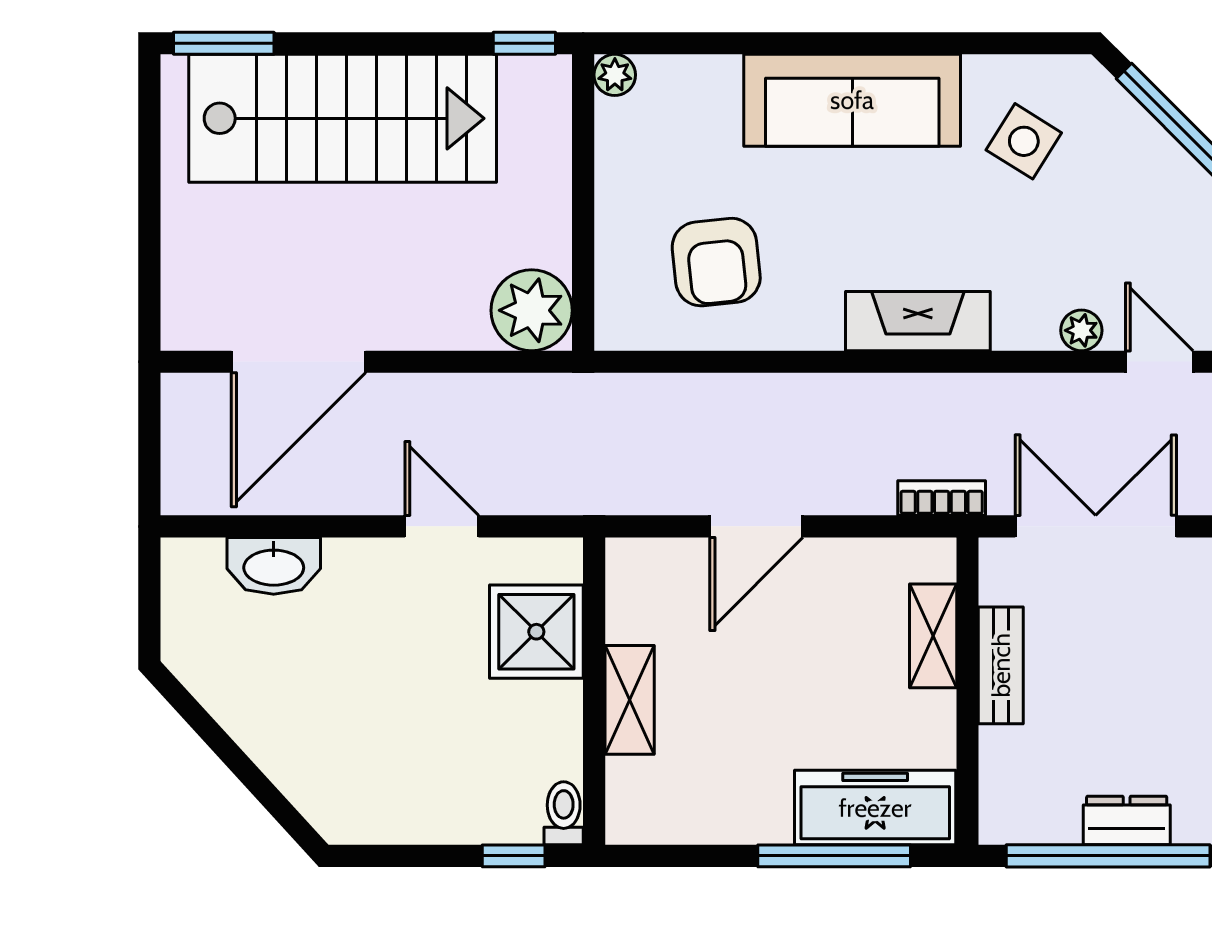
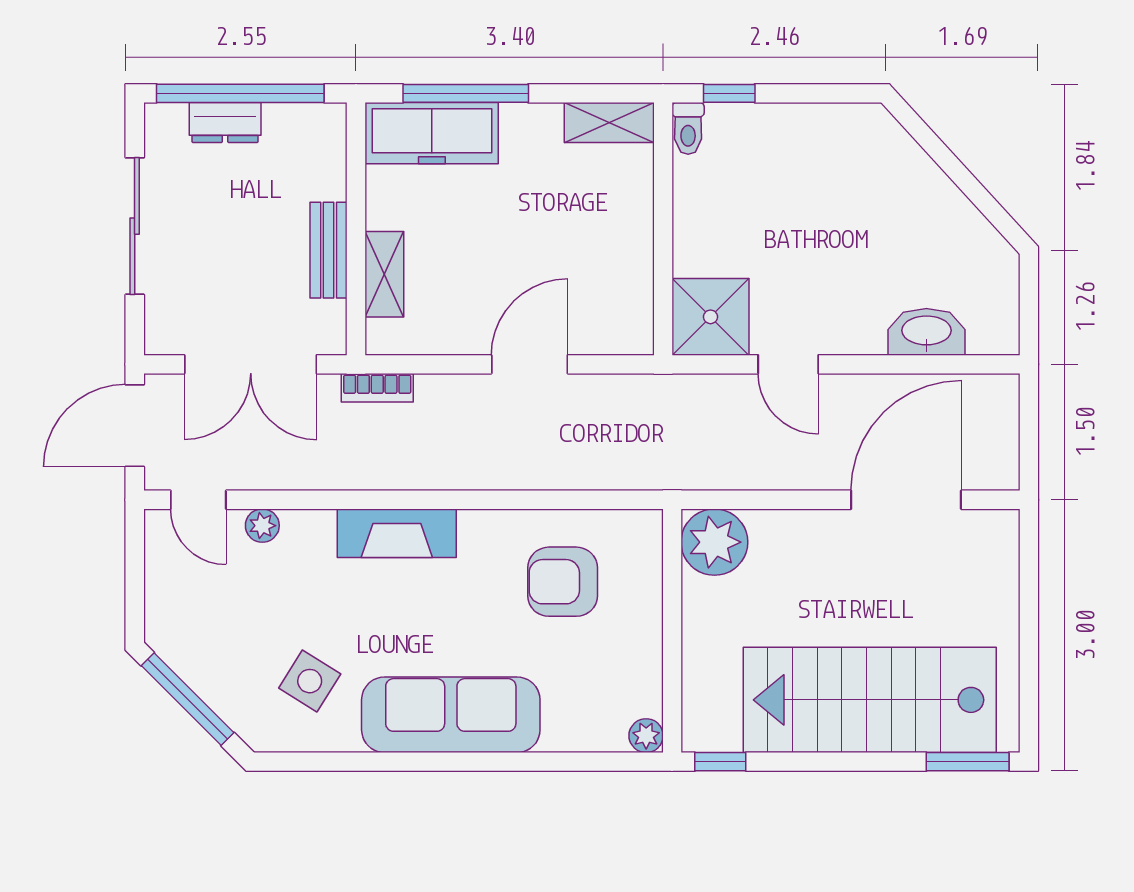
armchair: (716, 262) -> (563, 582), turned -84
shower: (536, 632) -> (710, 317), moved
shelving: (630, 700) -> (609, 123), moved, turned 90

